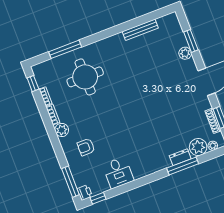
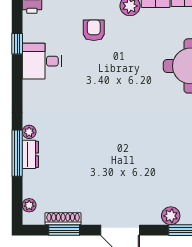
plant: (198, 147) -> (29, 132), moved, width x0.53, depth x0.53
window: (98, 198) -> (17, 44), moved

